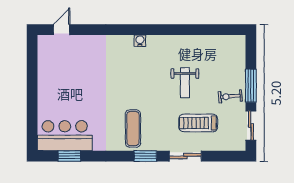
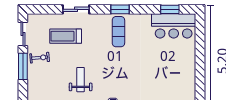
weight bench: (185, 83) -> (81, 80), moved
treadmill: (198, 123) -> (66, 36), turned 180
window: (145, 156) -> (120, 9), moved

